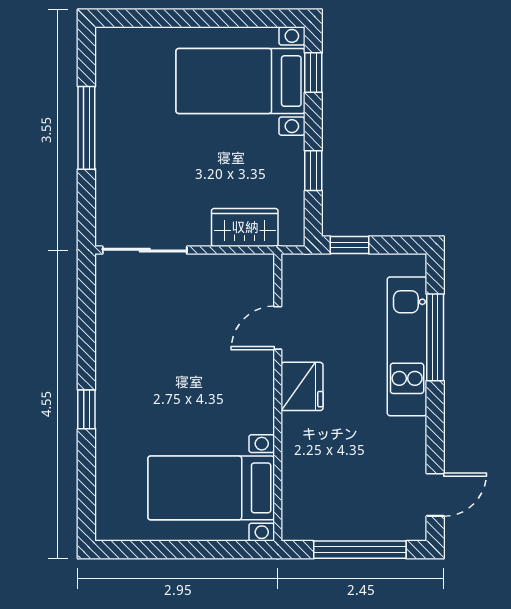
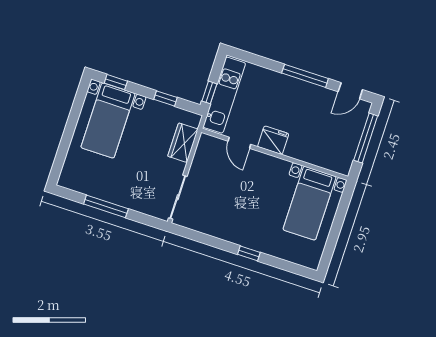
window: (435, 337) -> (305, 76), moved
kitchen unit: (407, 346) -> (224, 95), moved, turned -90
door: (435, 495) -> (350, 91), swing flipped

